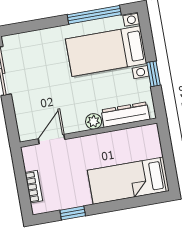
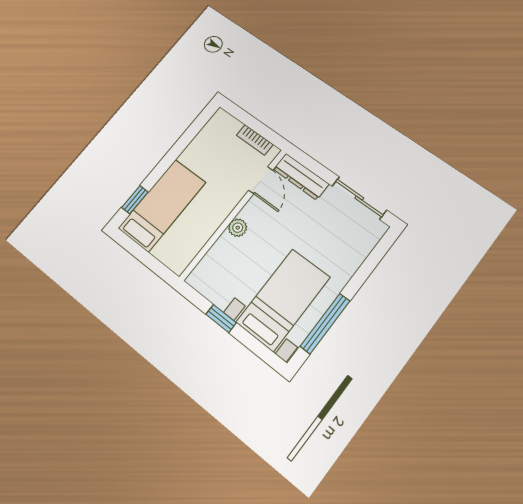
dresser: (125, 115) -> (301, 177), moved, turned 90
bookcase: (34, 187) -> (255, 140), moved
window: (73, 213) -> (135, 200), moved

